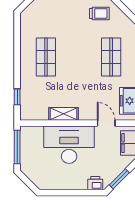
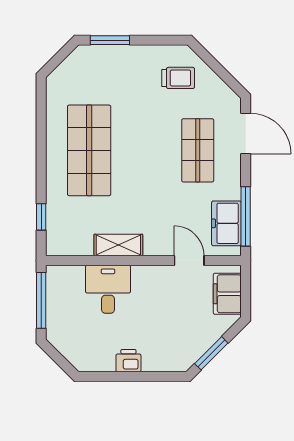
shop shelf: (46, 57) -> (89, 150), width x1.43, depth x1.36
desk: (69, 145) -> (108, 289), width x0.53, depth x0.77
printer: (95, 183) -> (128, 361), moved

